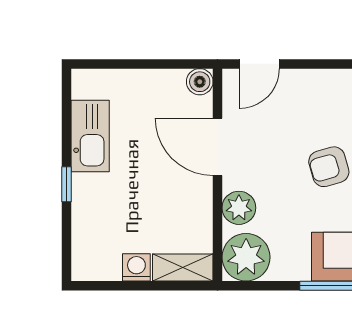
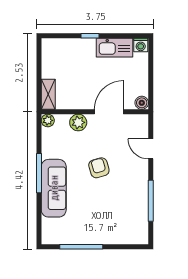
door: (259, 64) -> (151, 149), moved
plant: (246, 257) -> (48, 120), width x0.53, depth x0.53
washing machine: (136, 267) -> (141, 45), moved, turned 90

